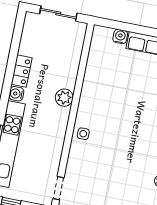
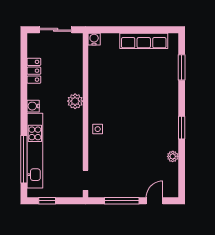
water cooler: (120, 37) -> (94, 39), moved
locker: (22, 71) -> (34, 71), moved

